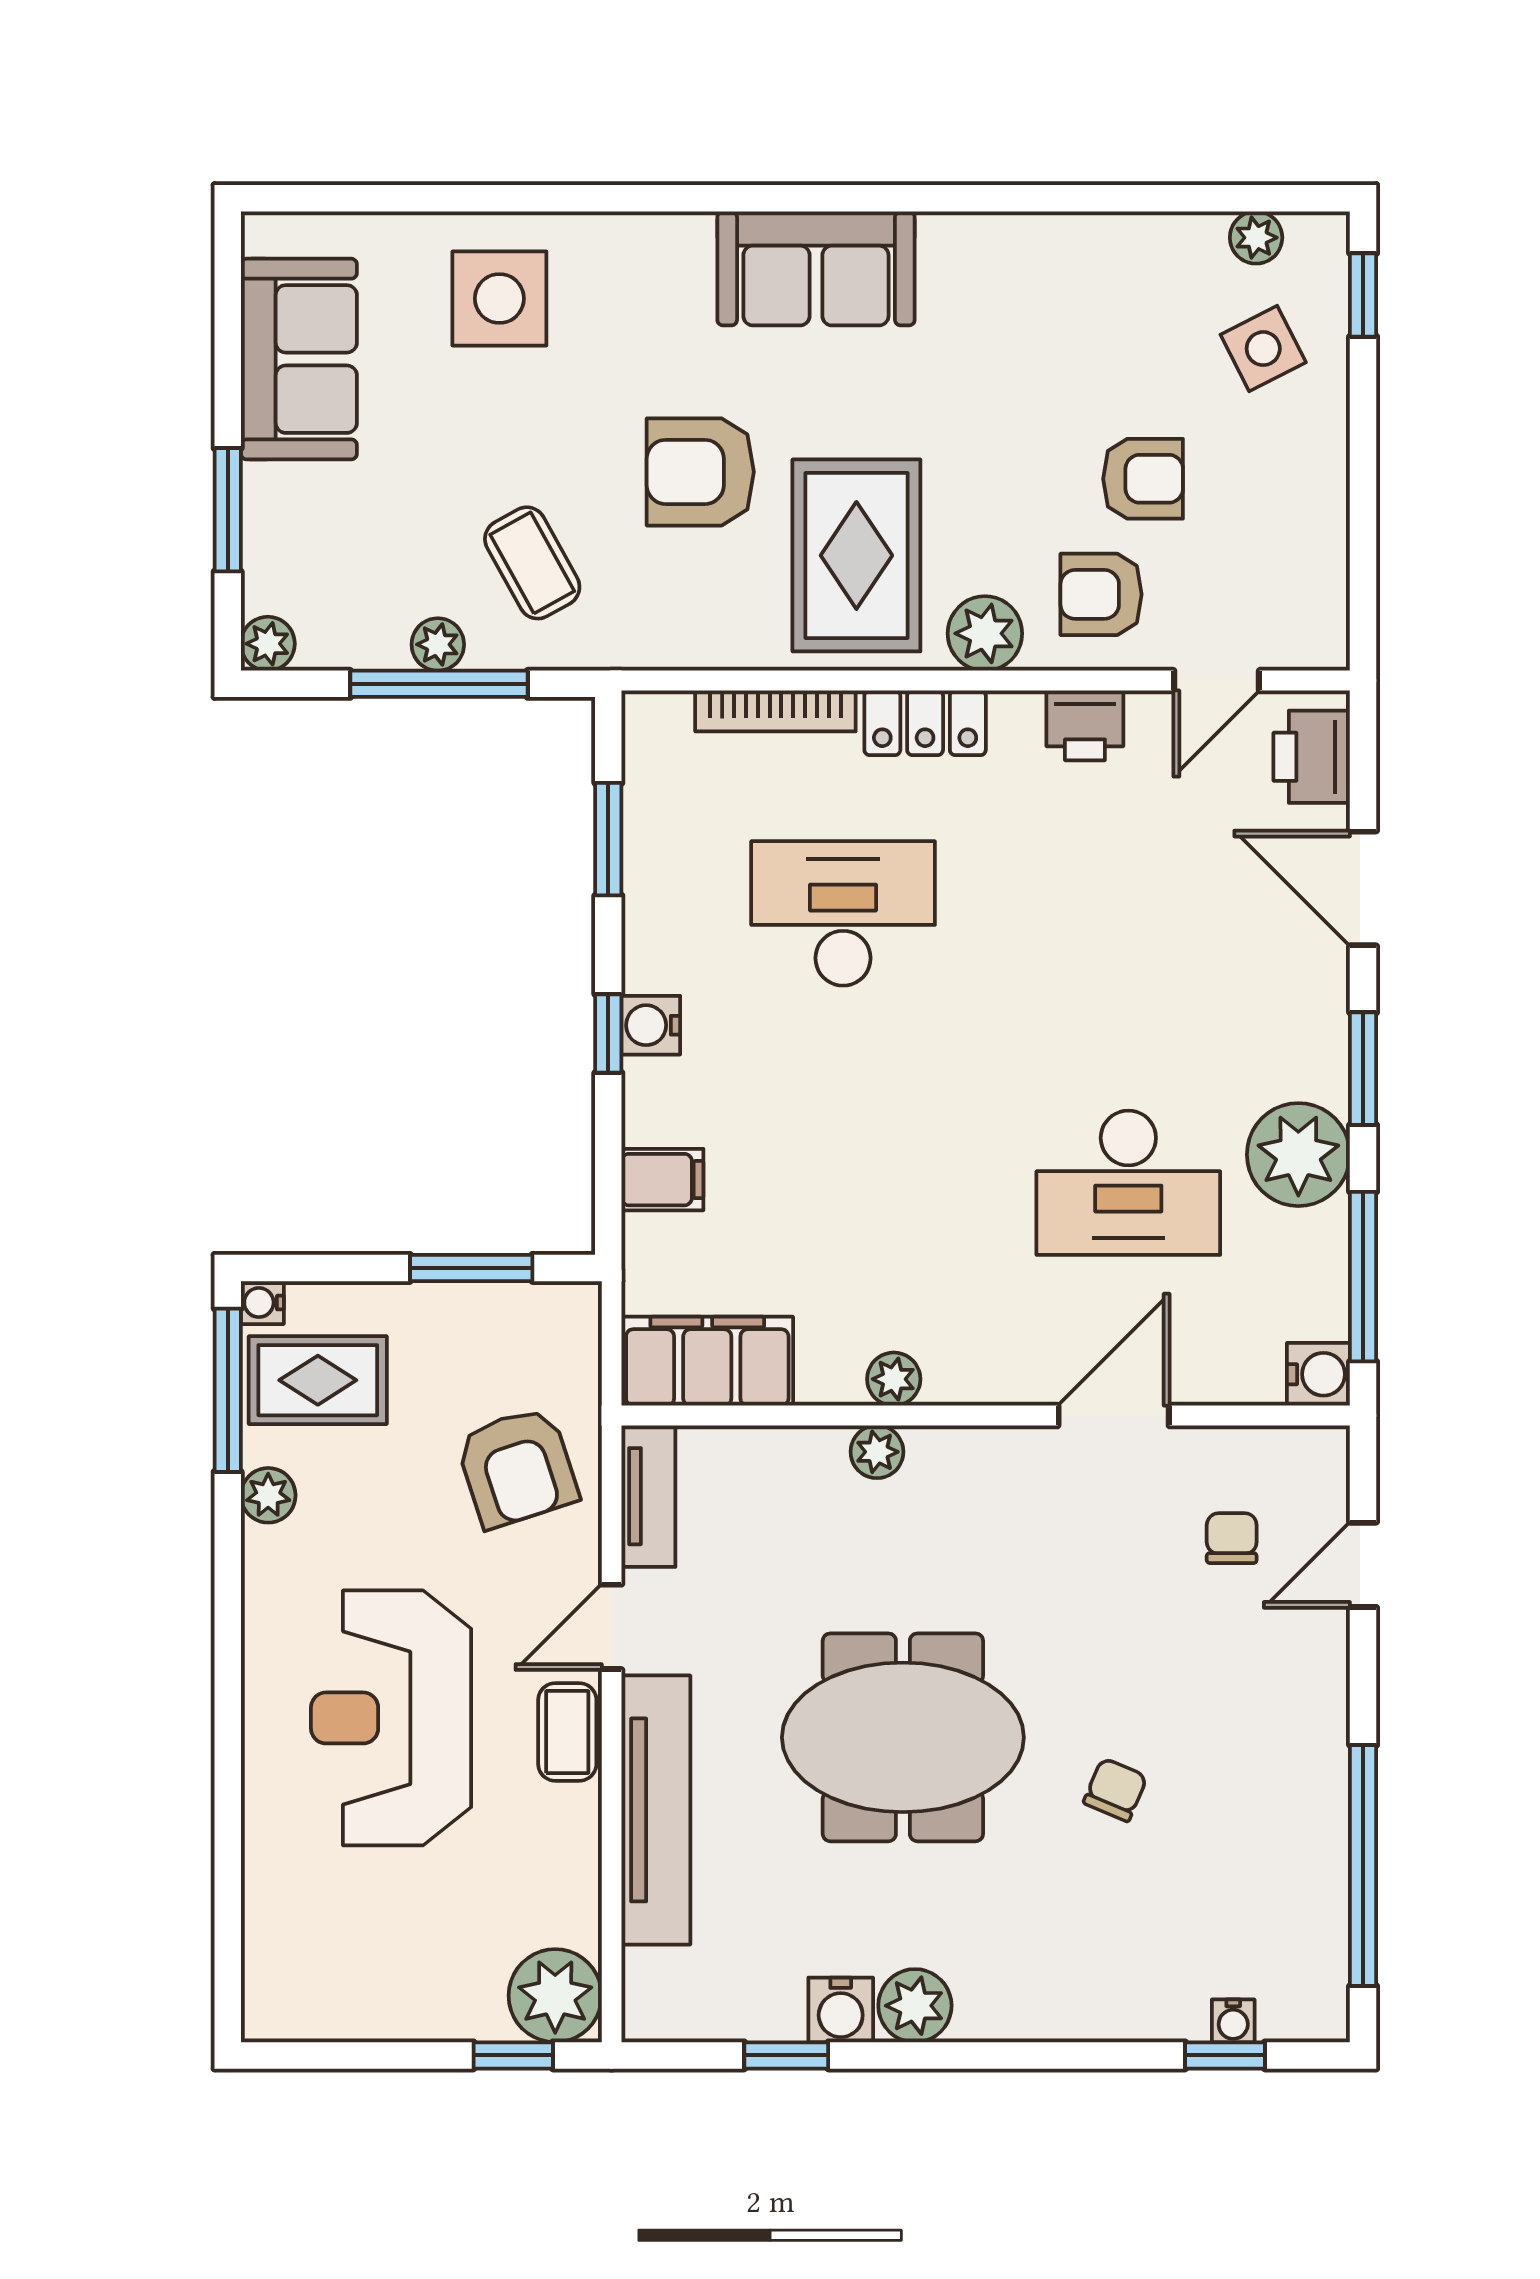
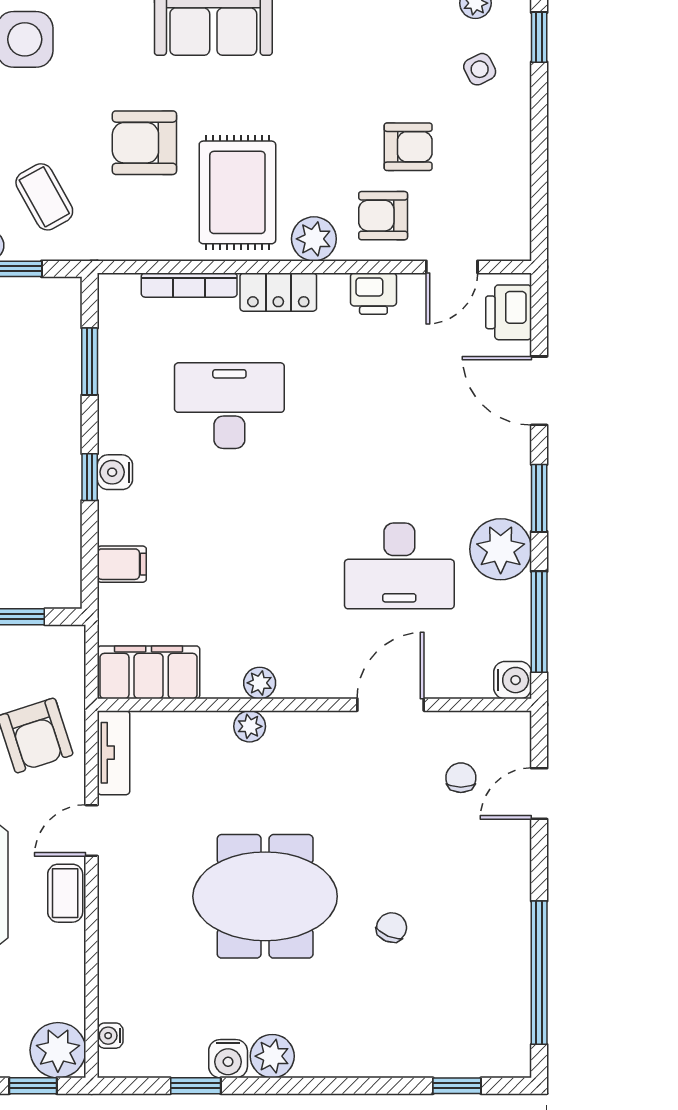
side table: (1263, 349) -> (480, 69), width x0.73, depth x0.73
tv unit: (656, 1810) -> (118, 940), removed
water cooler: (1233, 2021) -> (110, 1036), moved, turned 90

